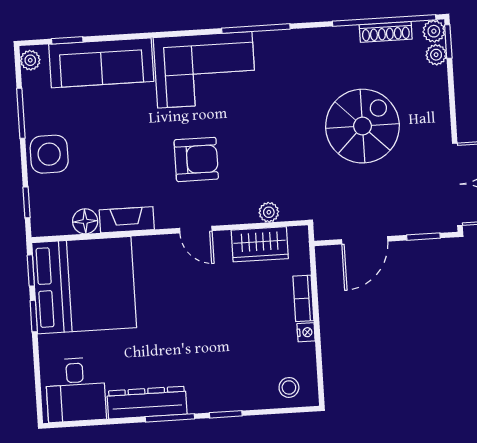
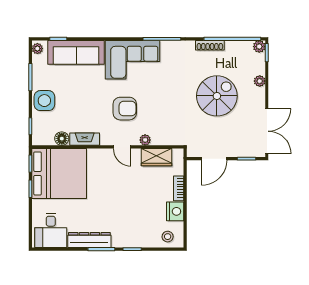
shoe rack: (386, 32) -> (210, 45), moved
plant: (436, 55) -> (260, 81), moved
plant: (269, 212) -> (145, 140), moved
nightstand: (306, 332) -> (175, 211), width x1.89, depth x1.79

